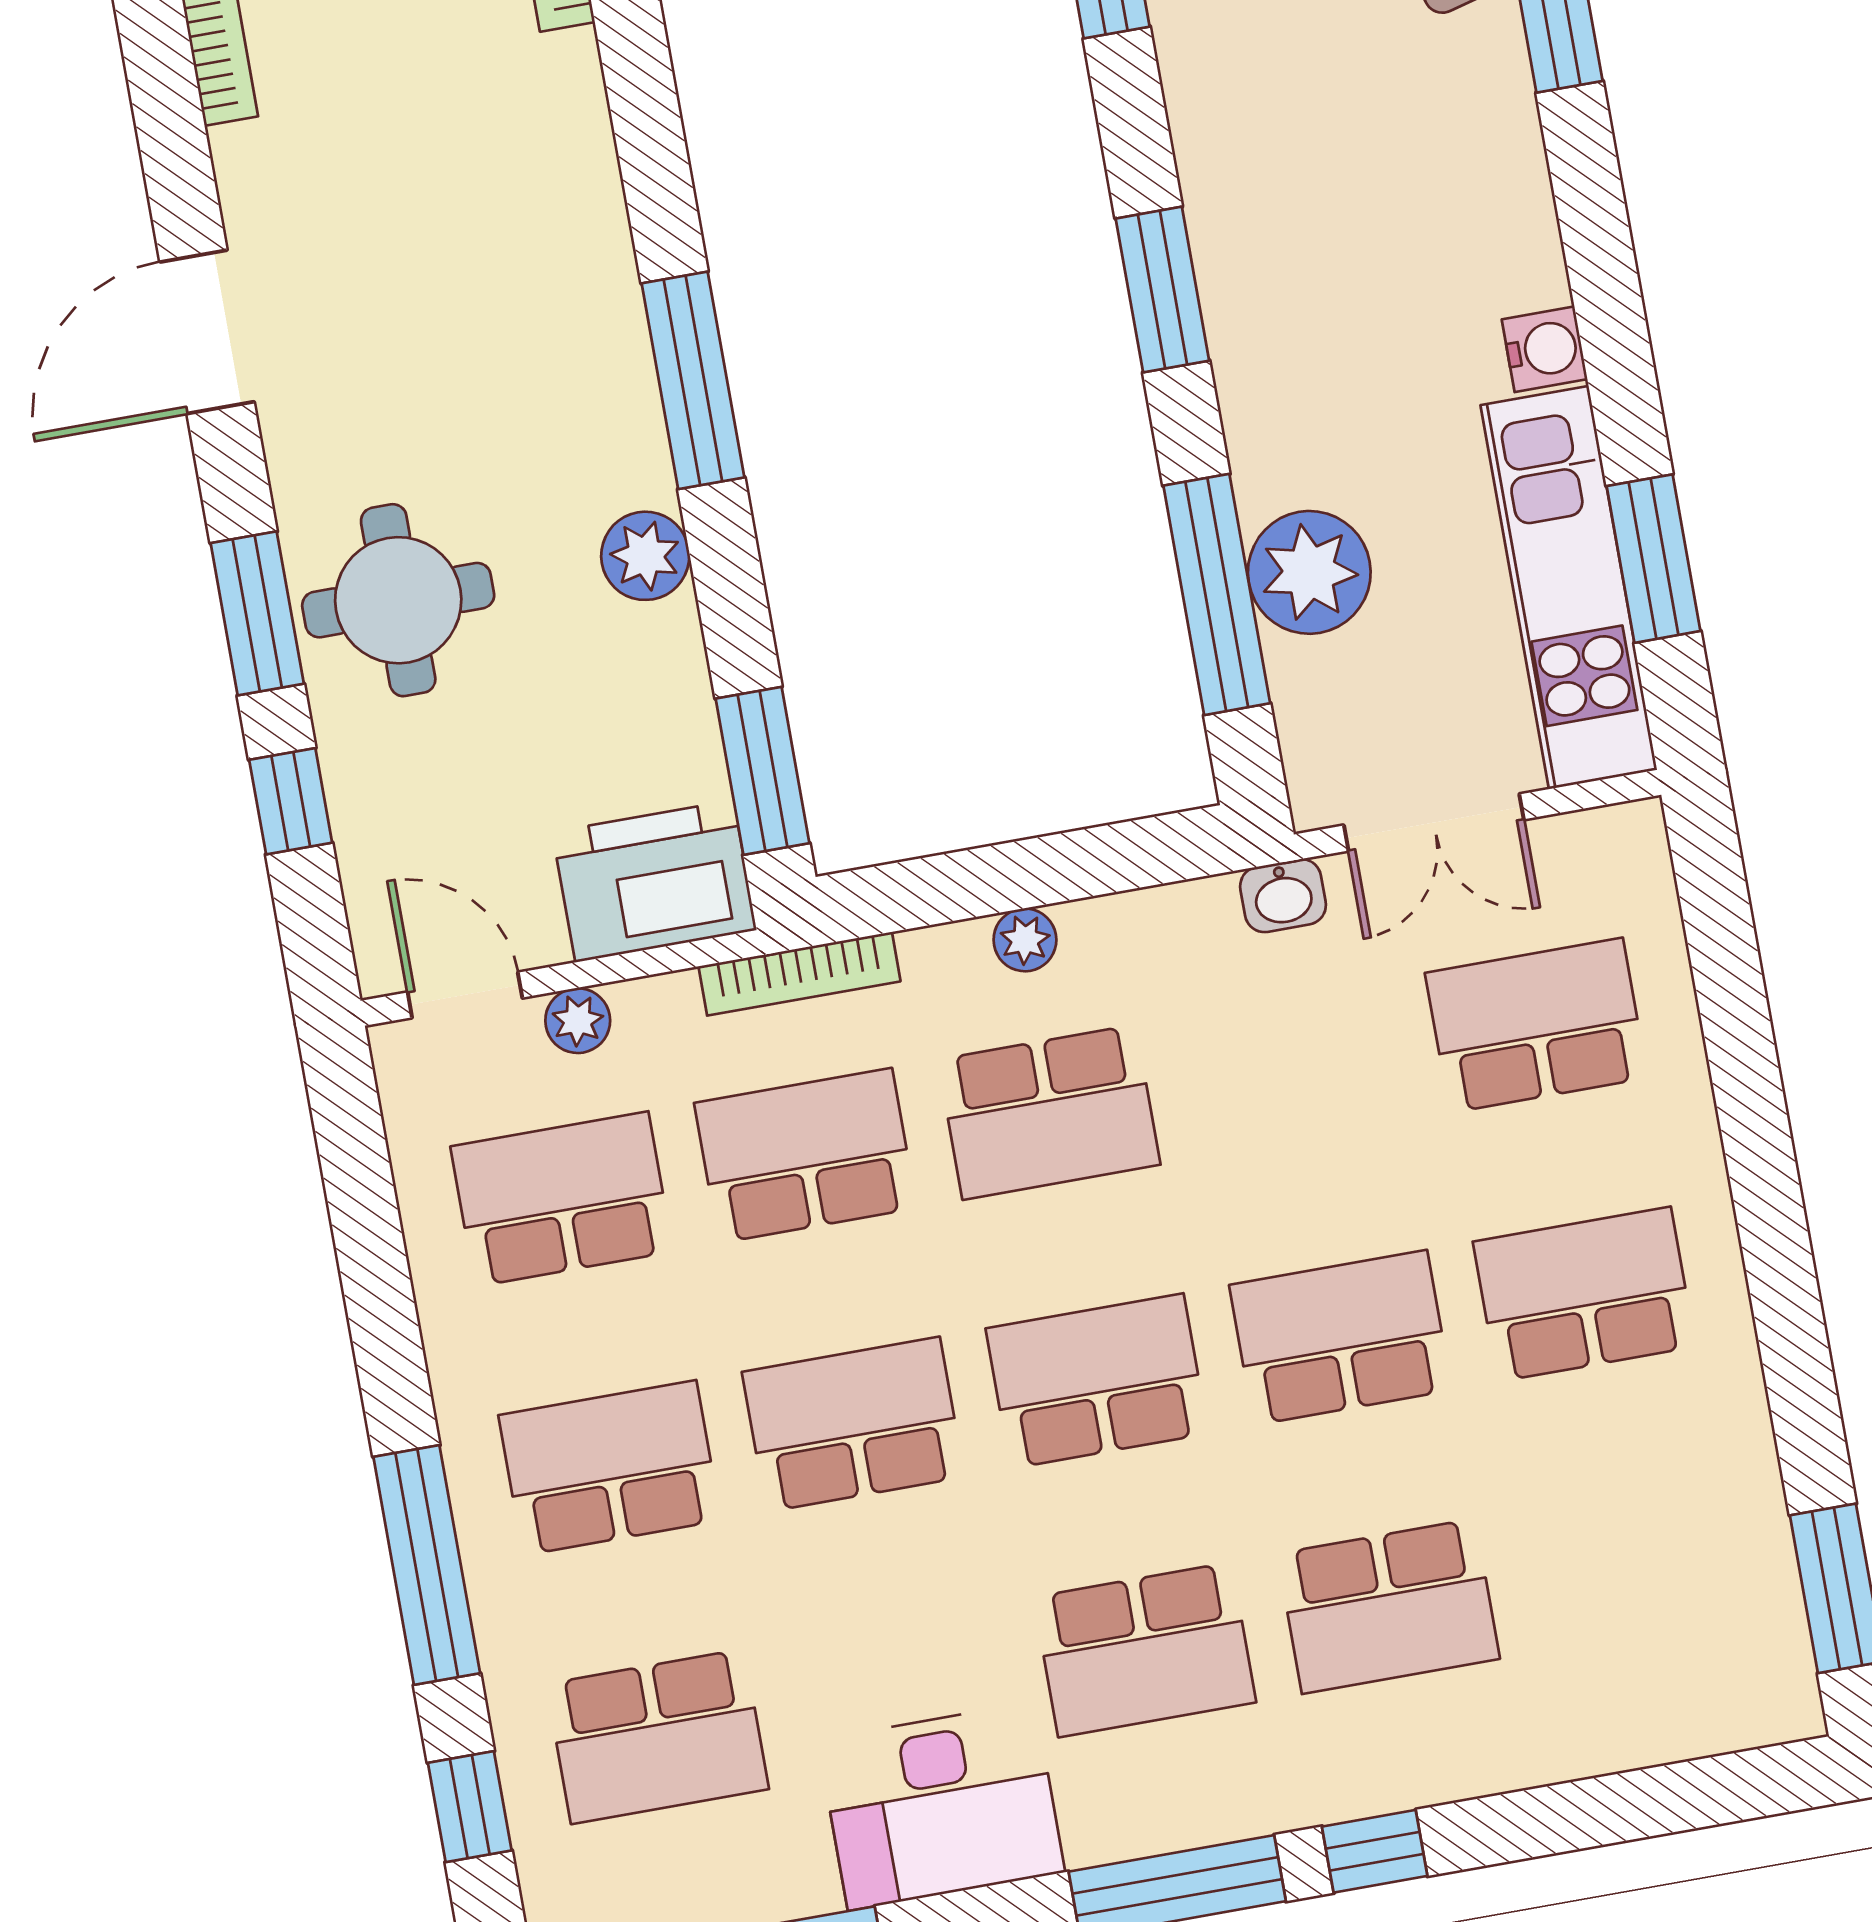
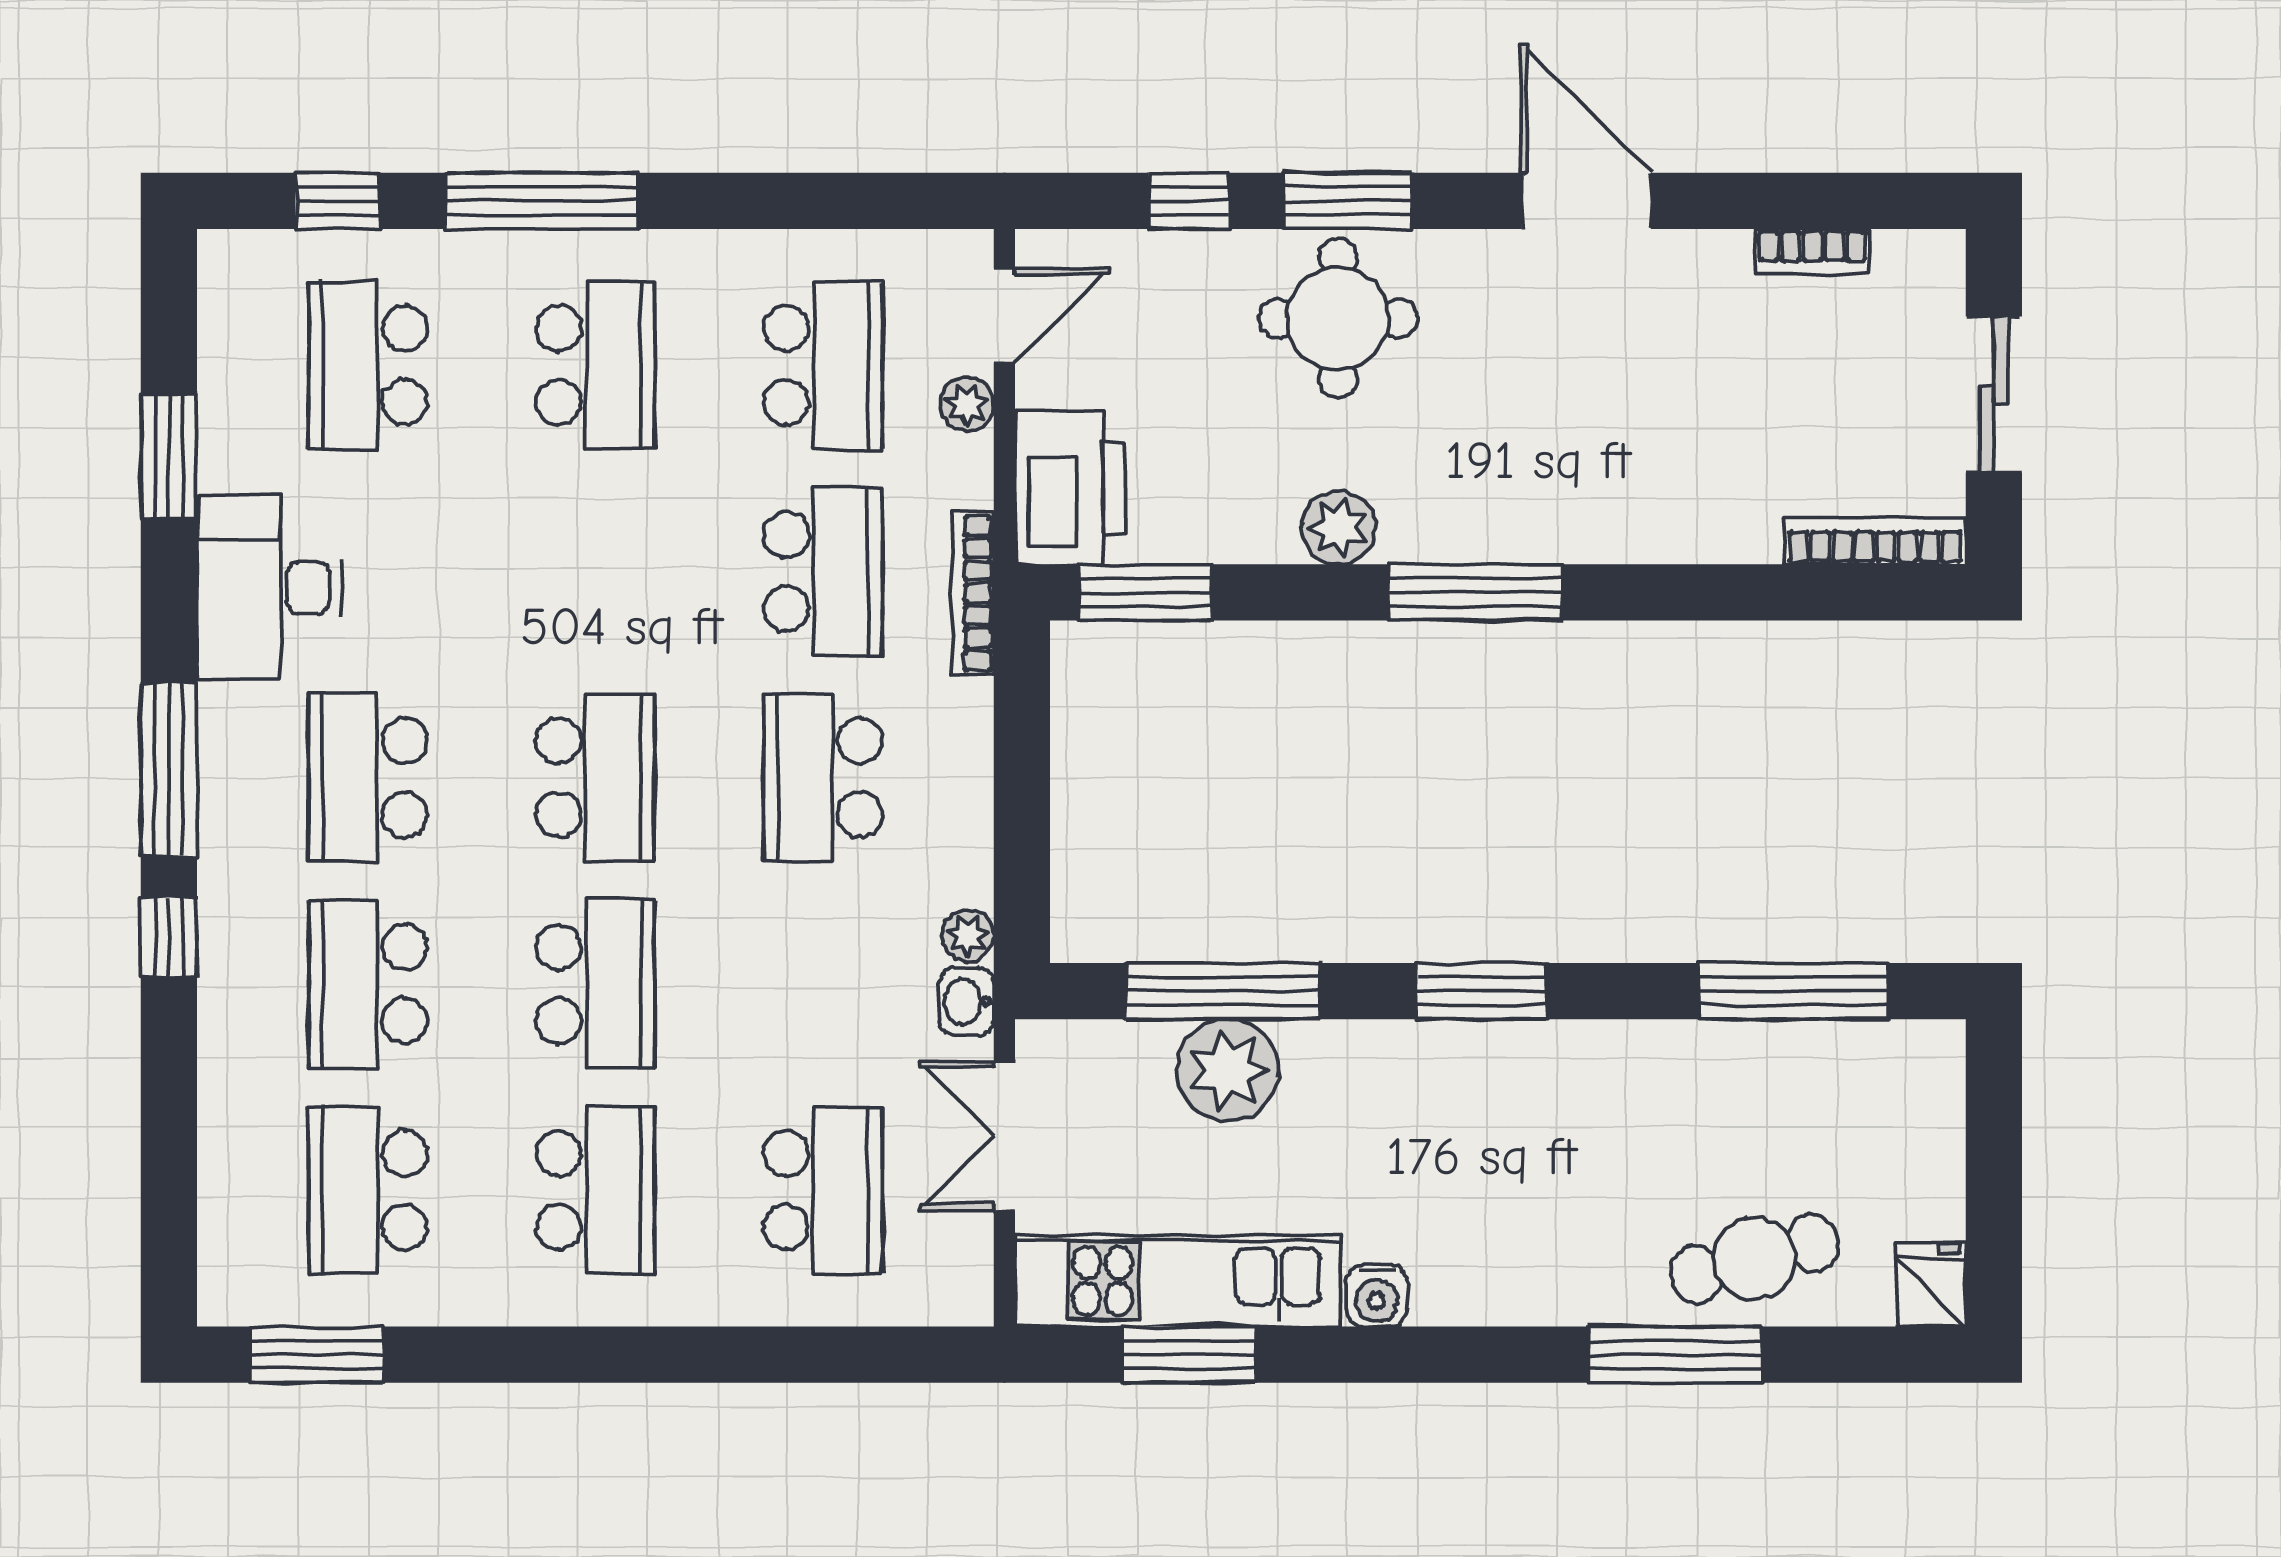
plant: (1025, 940) -> (968, 936), moved
school desk: (853, 1424) -> (368, 1190), moved, turned 180

